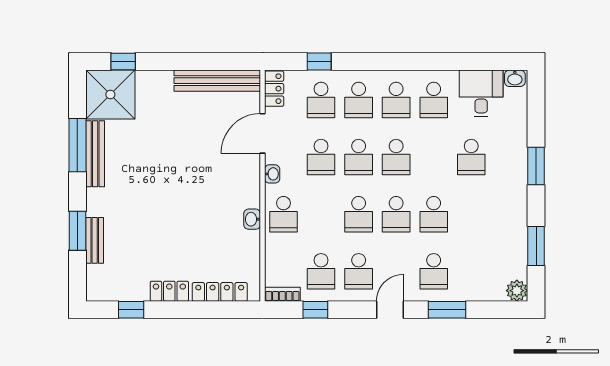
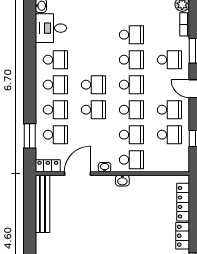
window: (319, 62) -> (30, 136), width x1.50
door: (263, 133) -> (77, 174), swing flipped
school desk: (321, 157) -> (131, 135), moved
school desk: (471, 157) -> (131, 35), moved
washbasin: (252, 219) -> (122, 181), moved
bookcase: (282, 294) -> (185, 24), moved

